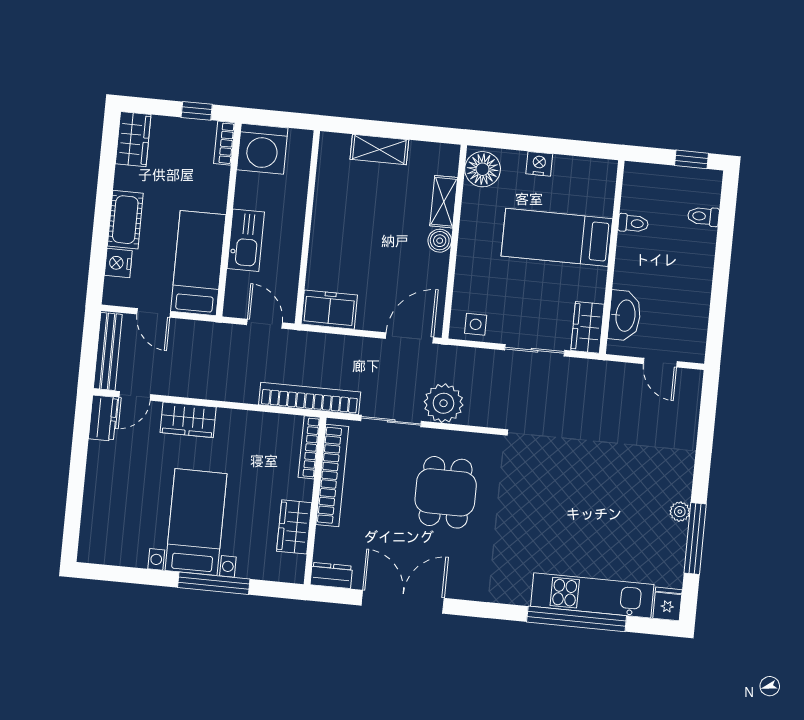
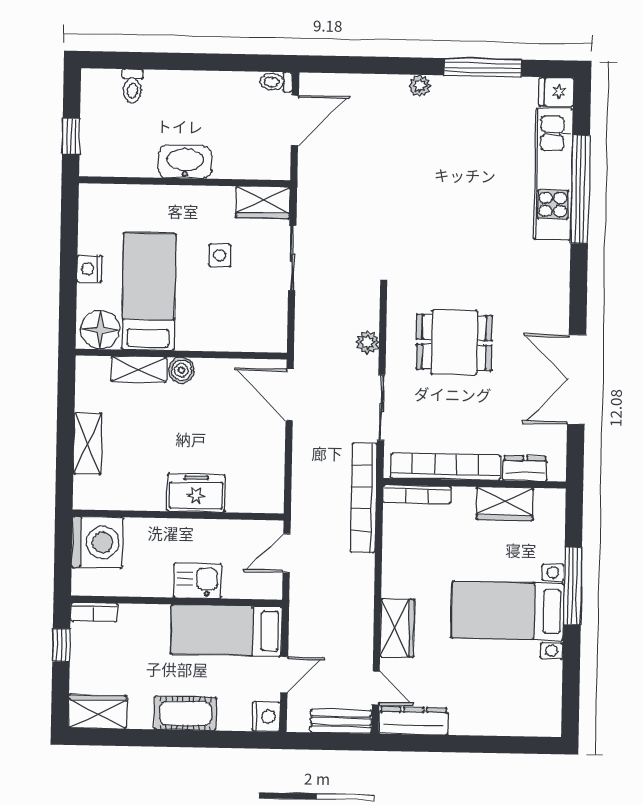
washing machine: (262, 149) -> (97, 542), moved
window: (692, 159) -> (71, 136), moved
toilet: (633, 223) -> (276, 82), moved, turned -90
bed: (557, 237) -> (149, 292), moved, turned 180
kitchen sink: (246, 240) -> (198, 581), width x0.73
nightstand: (118, 263) -> (266, 717), moved, turned -90
freezer: (329, 310) -> (196, 493), moved, turned 90
washbasin: (625, 316) -> (185, 162), moved
side table: (476, 324) -> (220, 255), moved
bench: (108, 351) -> (341, 721), width x0.73
door: (660, 363) -> (295, 120), width x1.38
plant: (444, 403) -> (368, 342), width x0.53, depth x0.53
dresser: (103, 418) -> (413, 721), width x1.44
plant: (680, 512) -> (420, 86), moved
dresser: (331, 575) -> (525, 468), moved, turned 90

